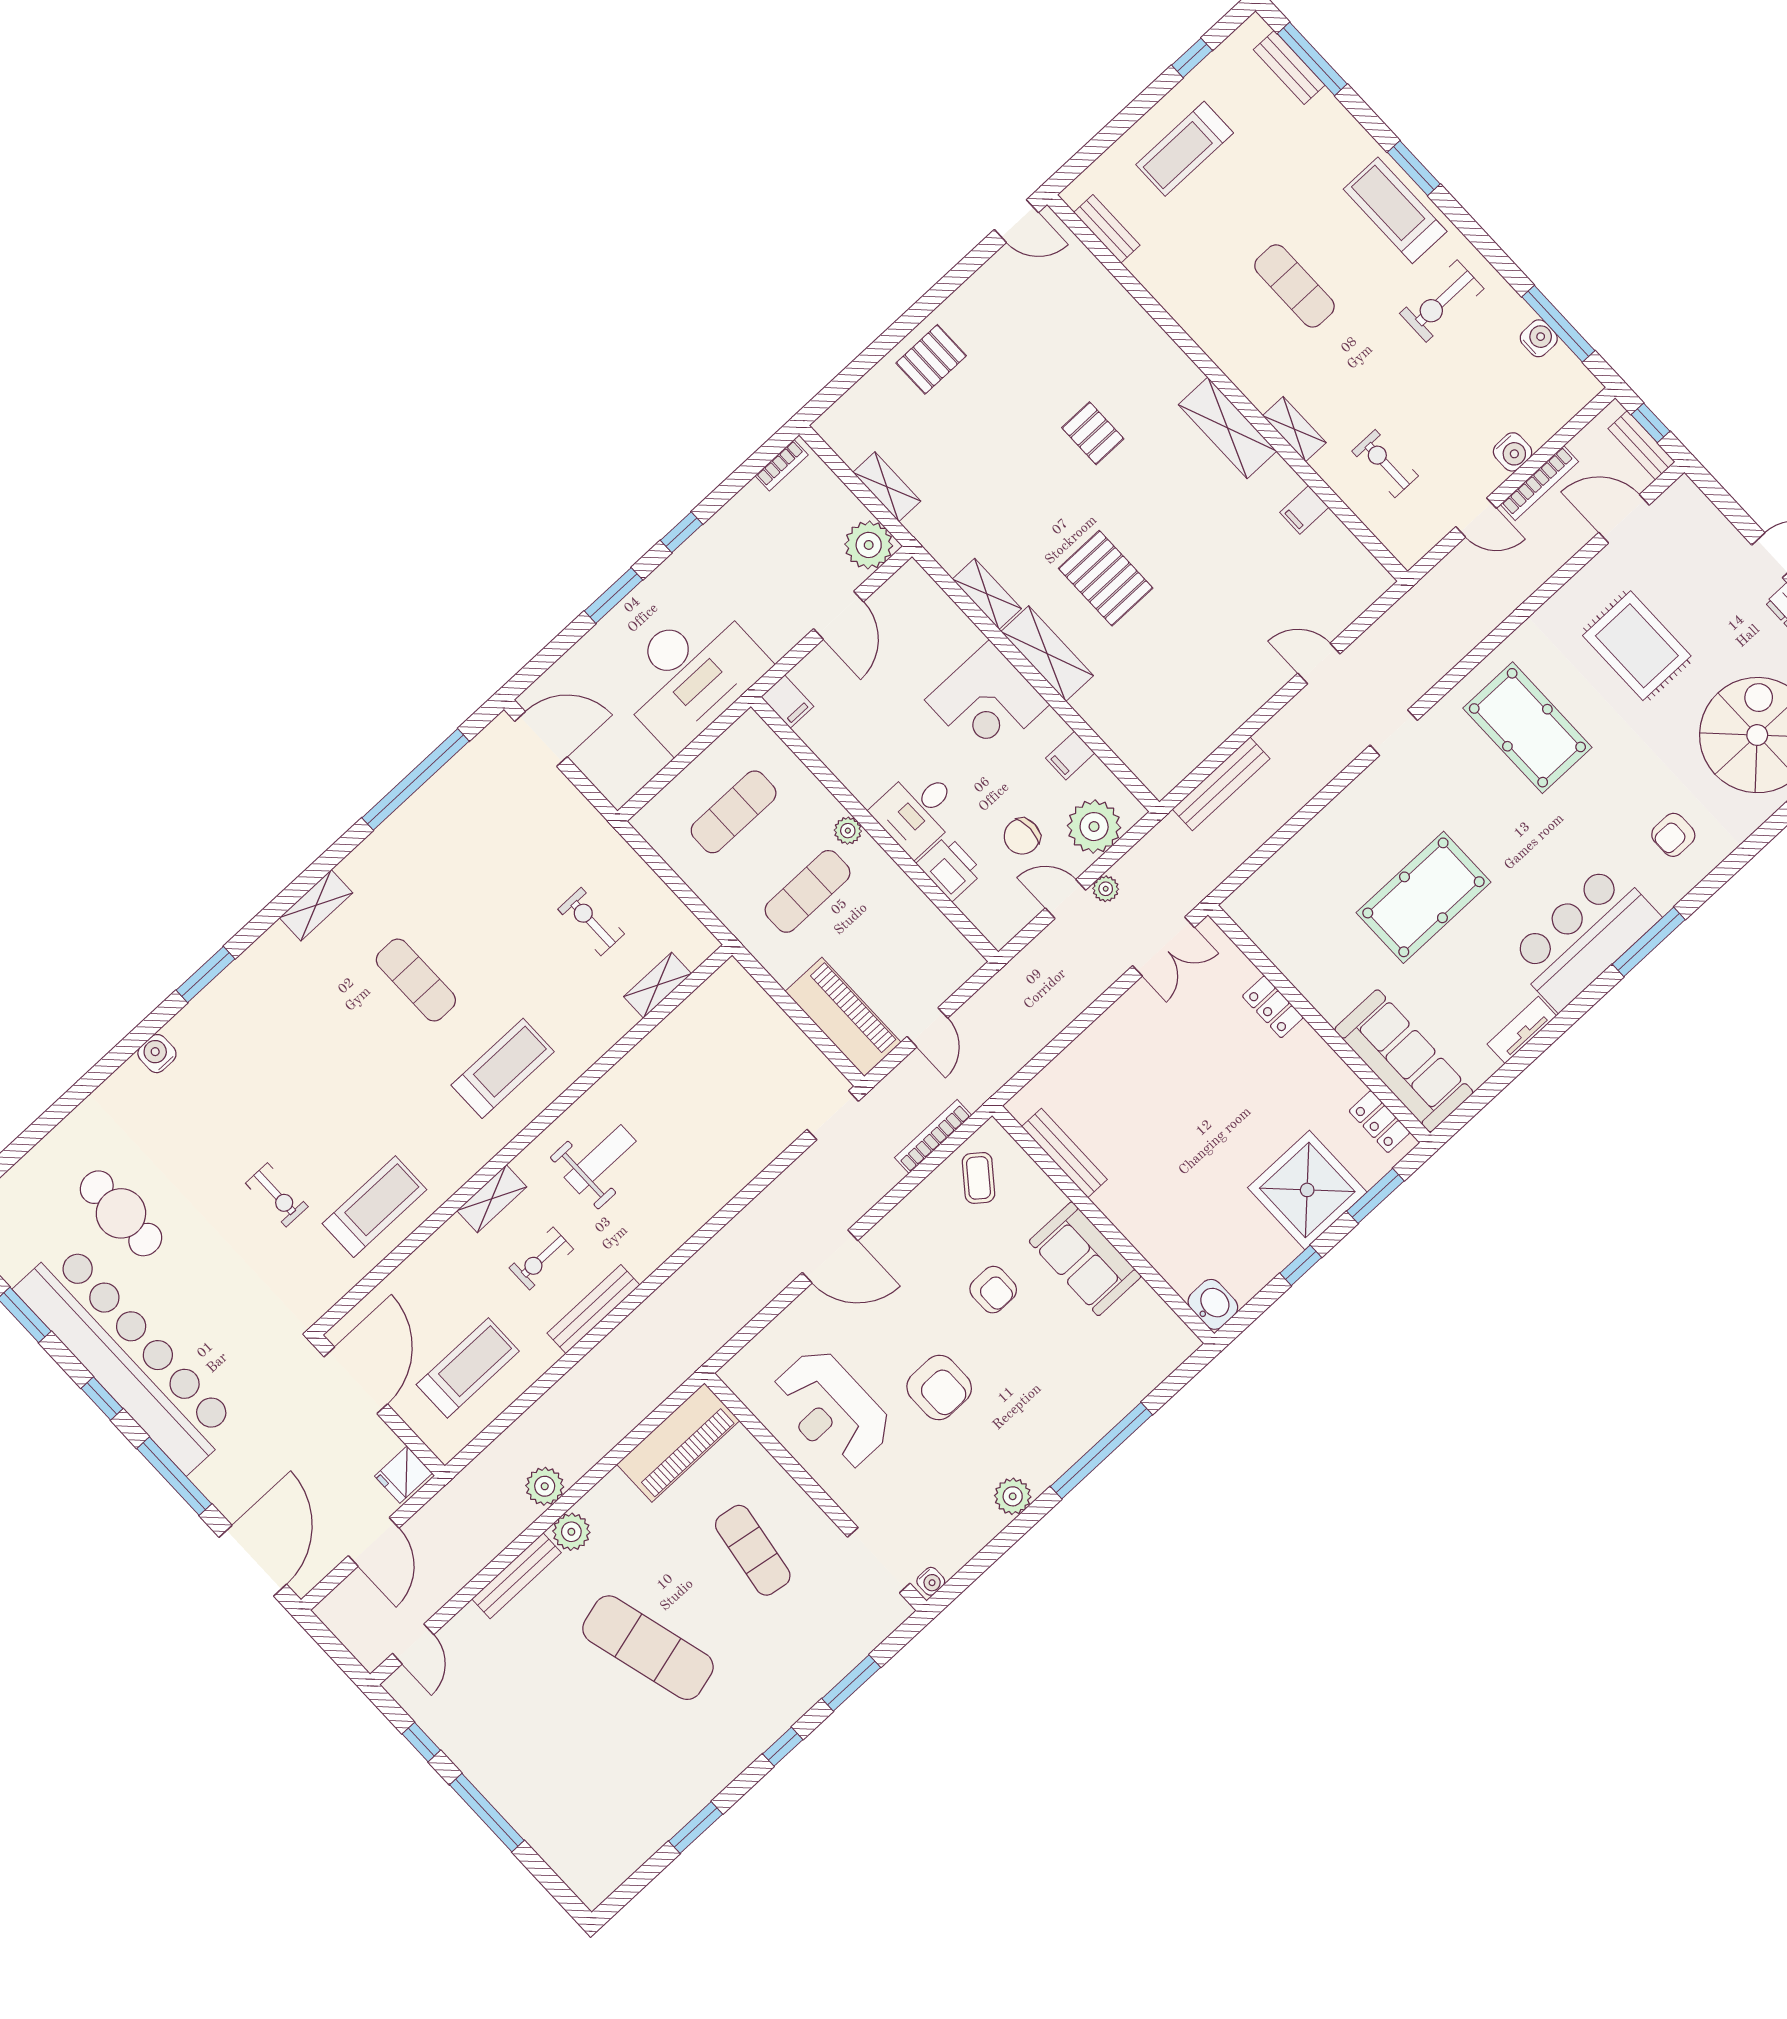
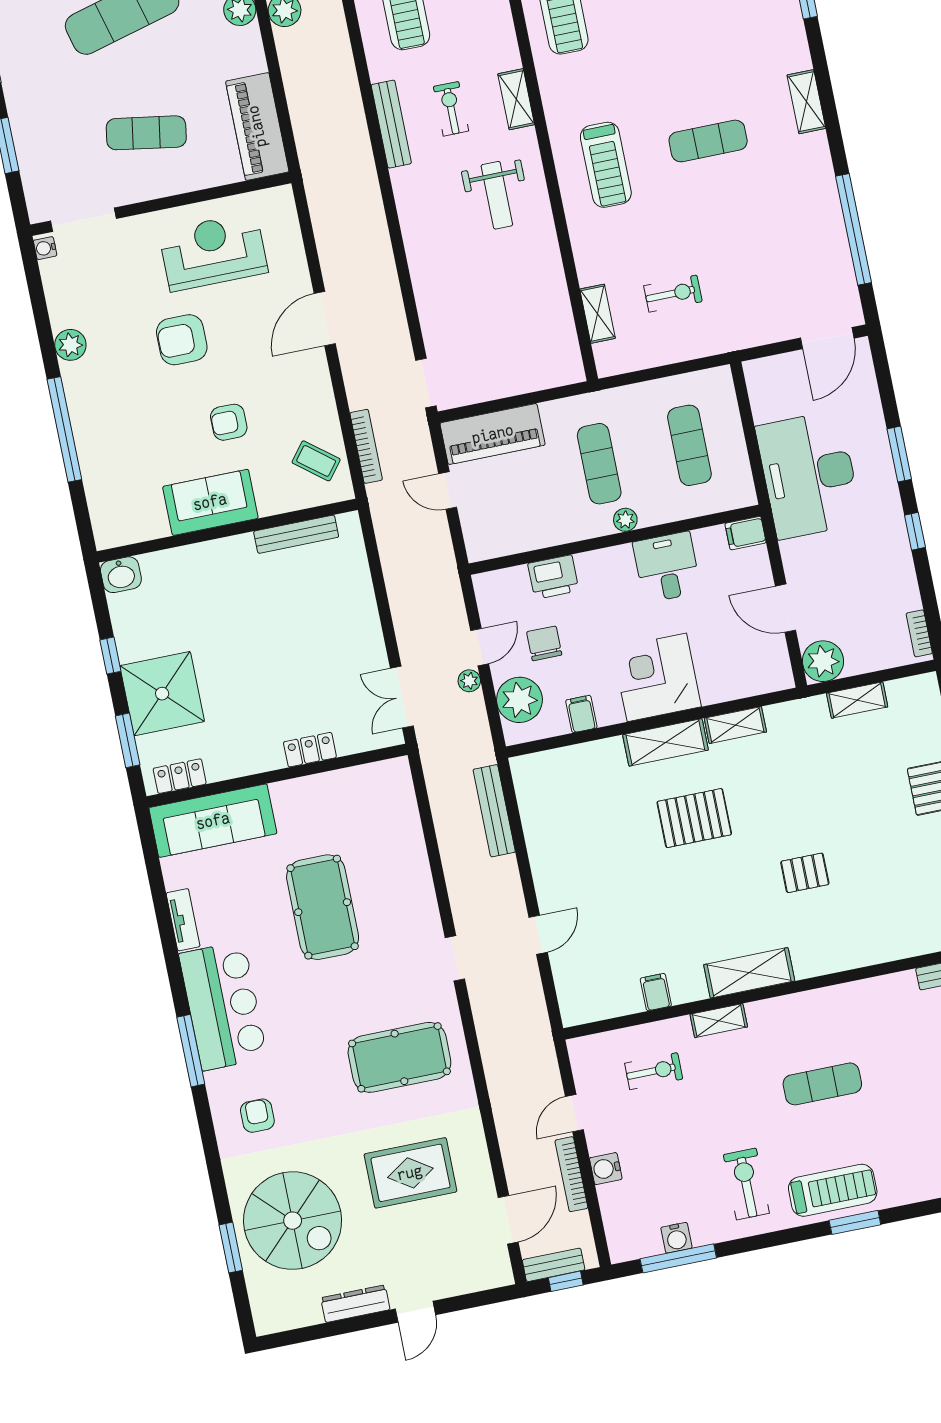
desk: (918, 811) -> (667, 567), moved

